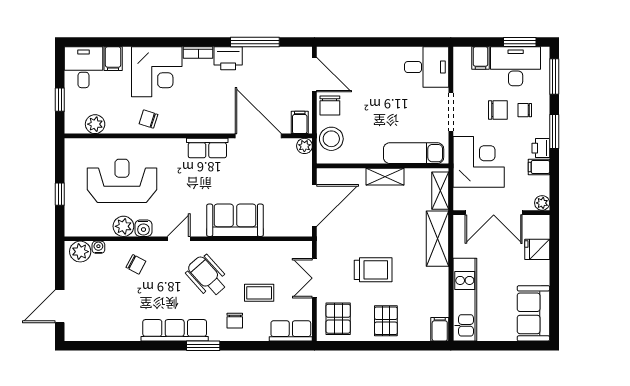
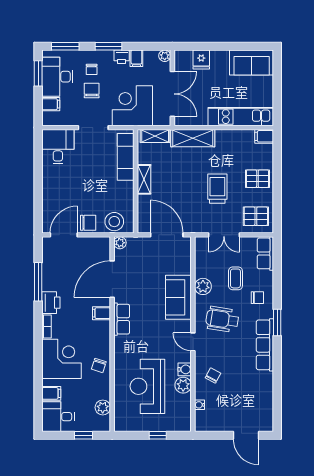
filing cabinet: (300, 122) -> (101, 313), moved
plant: (80, 252) -> (203, 286), moved
wheelchair: (207, 276) -> (222, 319), turned 51

